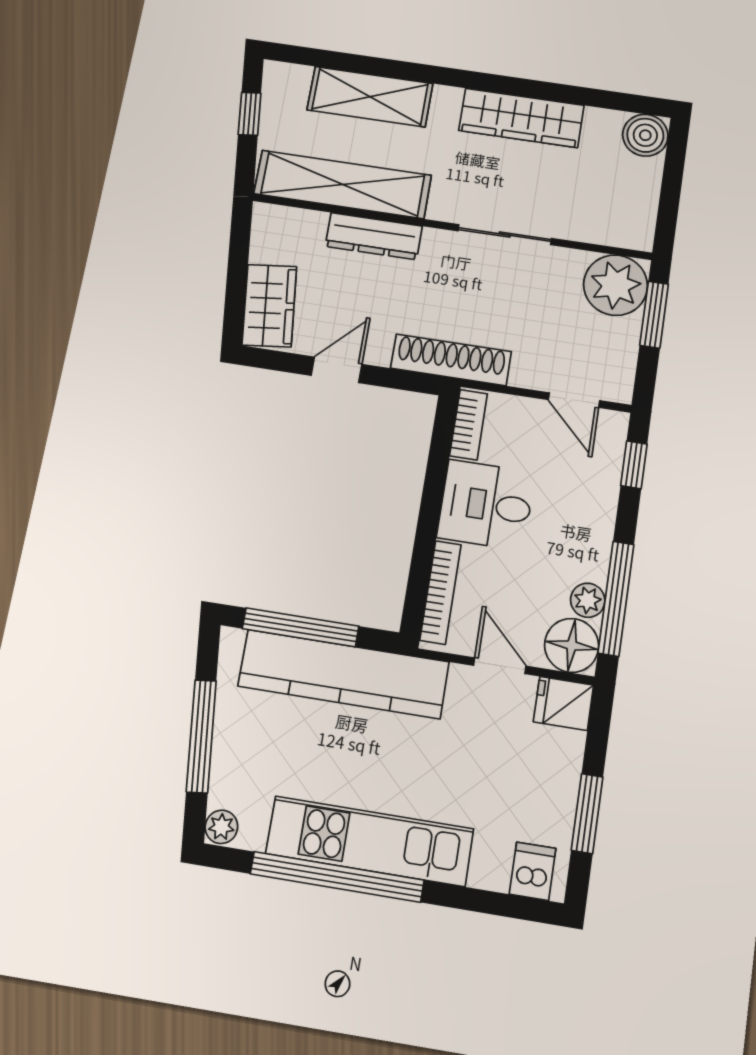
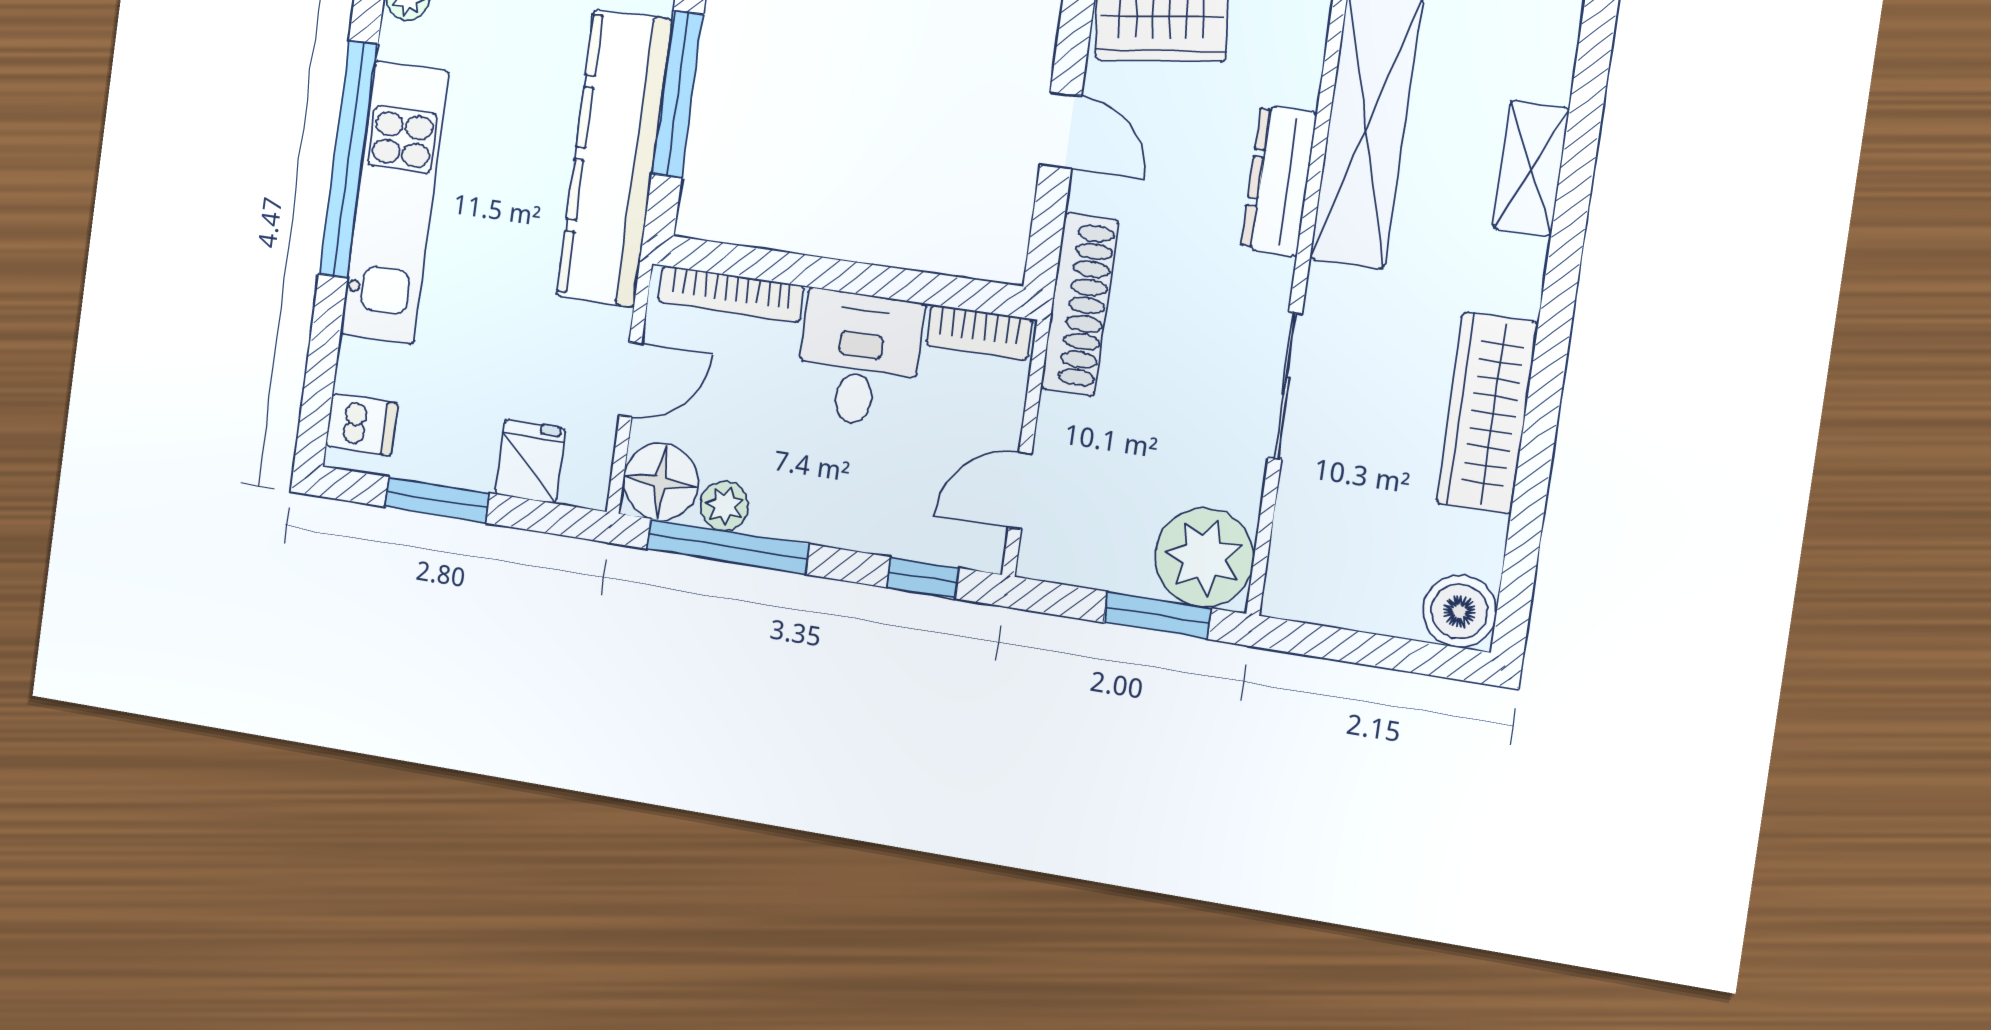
shelving: (370, 97) -> (1531, 168), width x0.67, depth x0.75
fridge: (563, 703) -> (530, 461), moved

